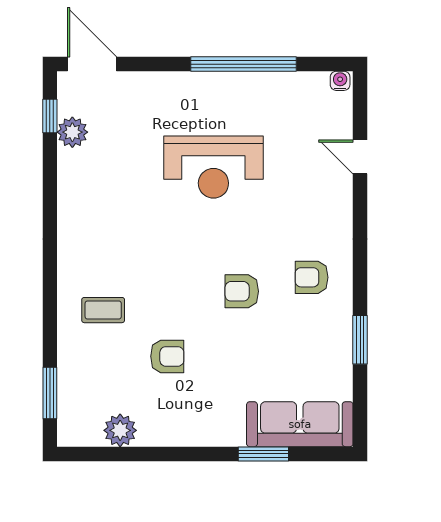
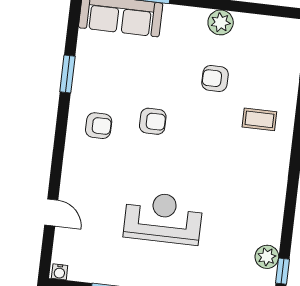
plant: (120, 430) -> (221, 22), moved

